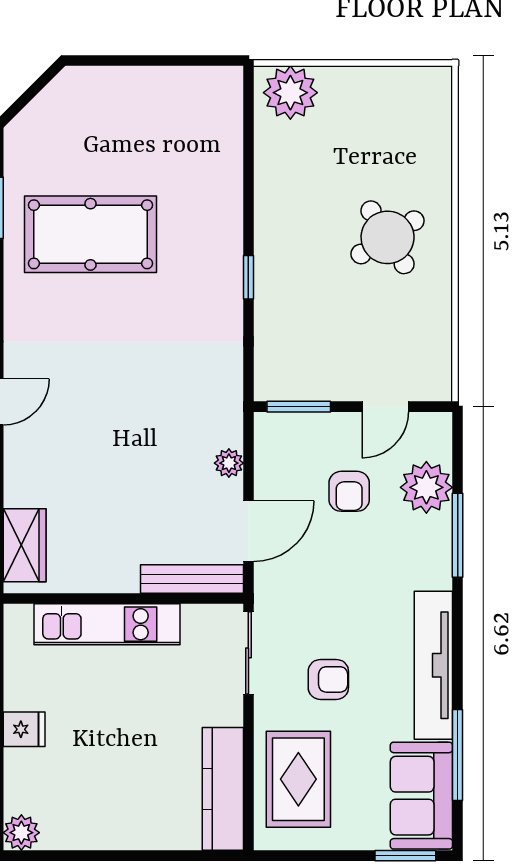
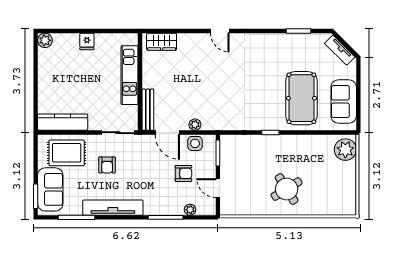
sofa: (172, 97) -> (344, 102), added
tv unit: (45, 106) -> (340, 50), added
pool table: (90, 234) -> (301, 98), moved
side table: (275, 463) -> (195, 143), added
plant: (426, 487) -> (190, 210), width x0.53, depth x0.53
armchair: (349, 491) -> (183, 173), turned 180
sofa: (421, 796) -> (50, 189), moved, turned 90

